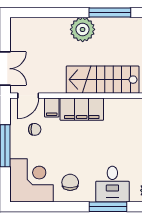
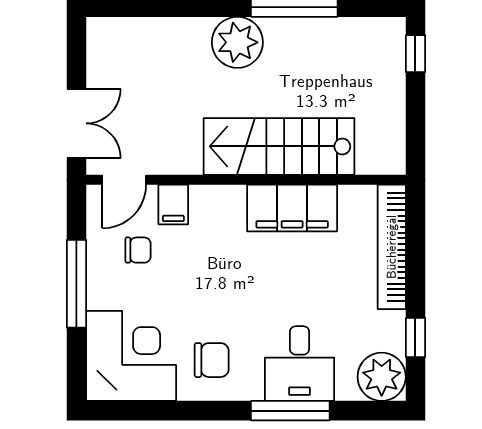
filing cabinet: (82, 109) -> (292, 208), moved
chair: (70, 182) -> (212, 360), turned 90

